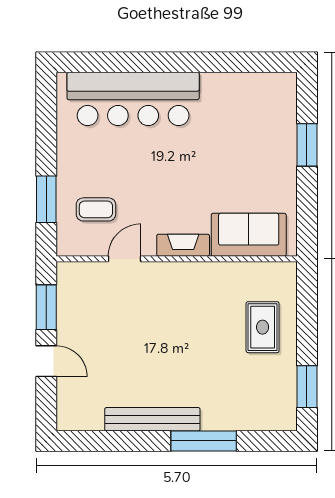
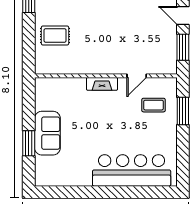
sofa: (249, 235) -> (47, 133), moved, turned -90
rug: (263, 327) -> (55, 35), turned 90

